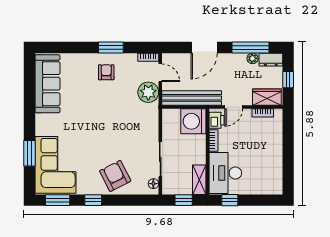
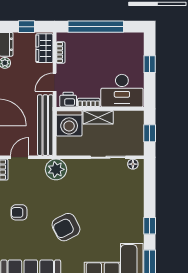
plant: (148, 92) -> (56, 169), moved
door: (234, 107) -> (55, 82), swing flipped
window: (288, 147) -> (96, 27), added
armchair: (115, 176) -> (66, 227), moved
shelving: (199, 180) -> (98, 117), moved
window: (230, 200) -> (150, 64), moved

